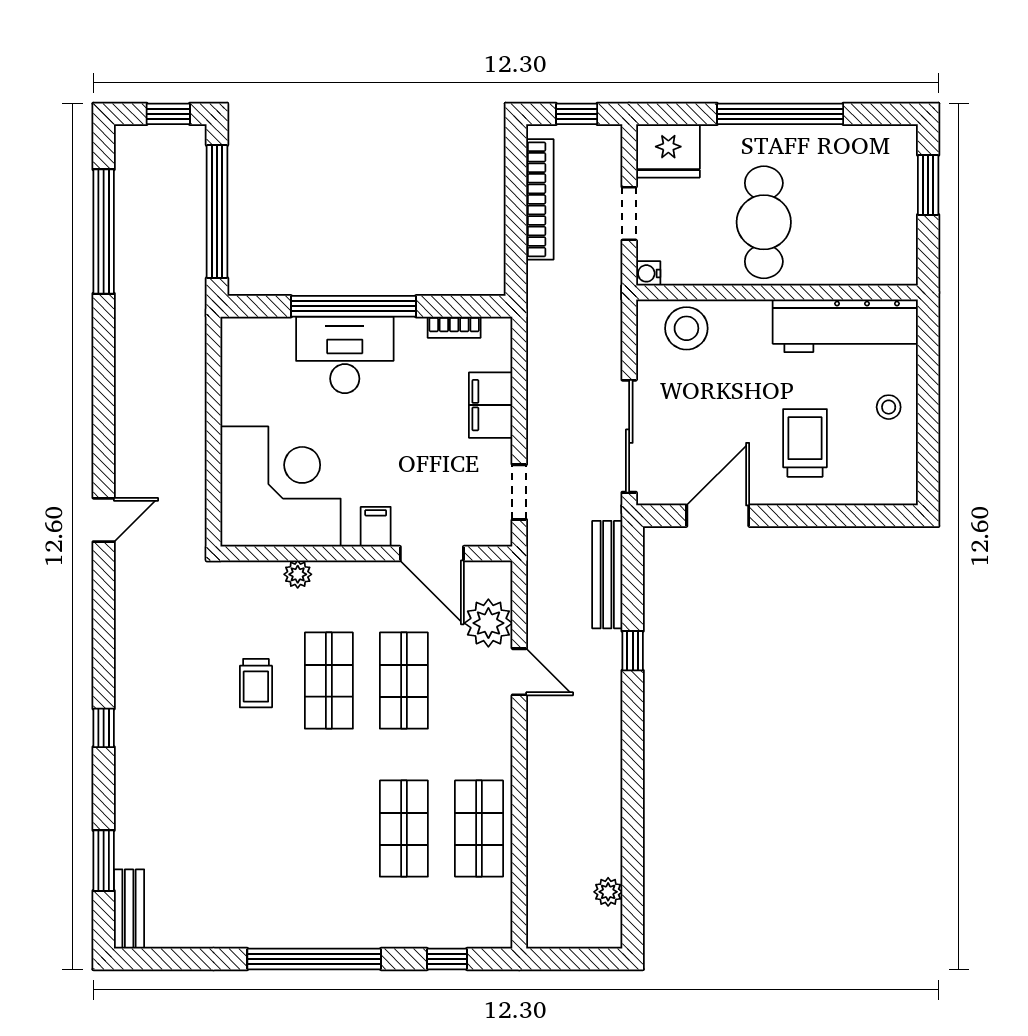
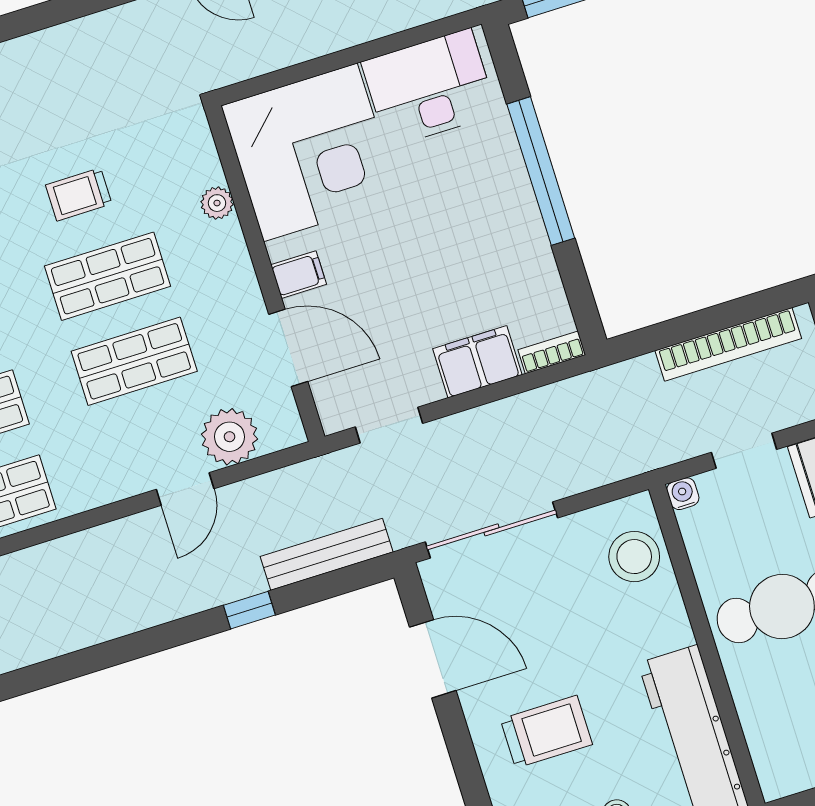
bookcase: (454, 327) -> (552, 352), moved, turned 90
desk: (345, 355) -> (429, 88), moved, turned -90
door: (432, 554) -> (288, 348), swing flipped

